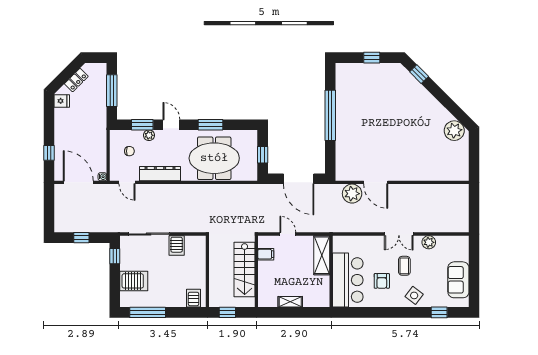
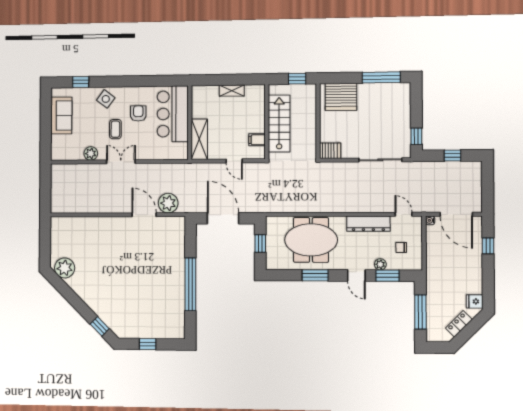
server rack: (177, 246) -> (330, 151), moved, turned 90
server rack: (134, 281) -> (396, 110), removed
server rack: (194, 298) -> (341, 97), width x2.18, depth x1.44

